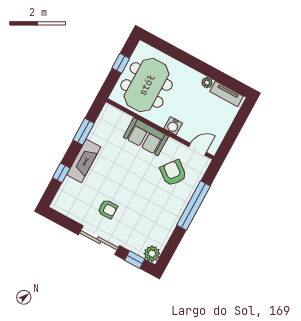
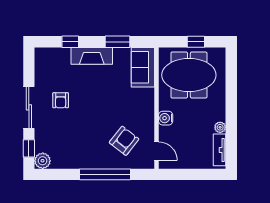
sofa: (146, 137) -> (143, 67), moved

